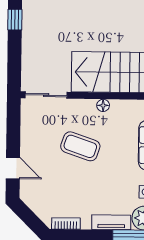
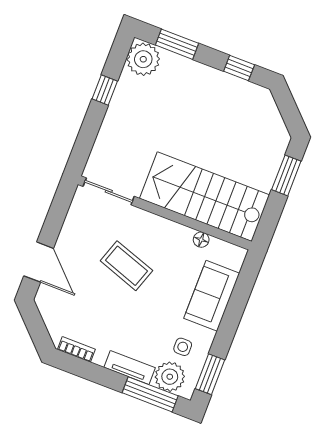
floor lamp: (103, 105) -> (201, 240), moved
door: (13, 168) -> (39, 262), width x1.38

